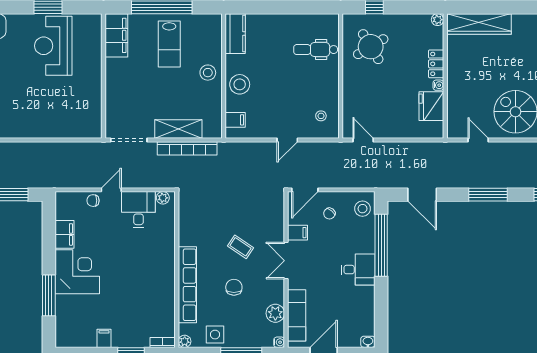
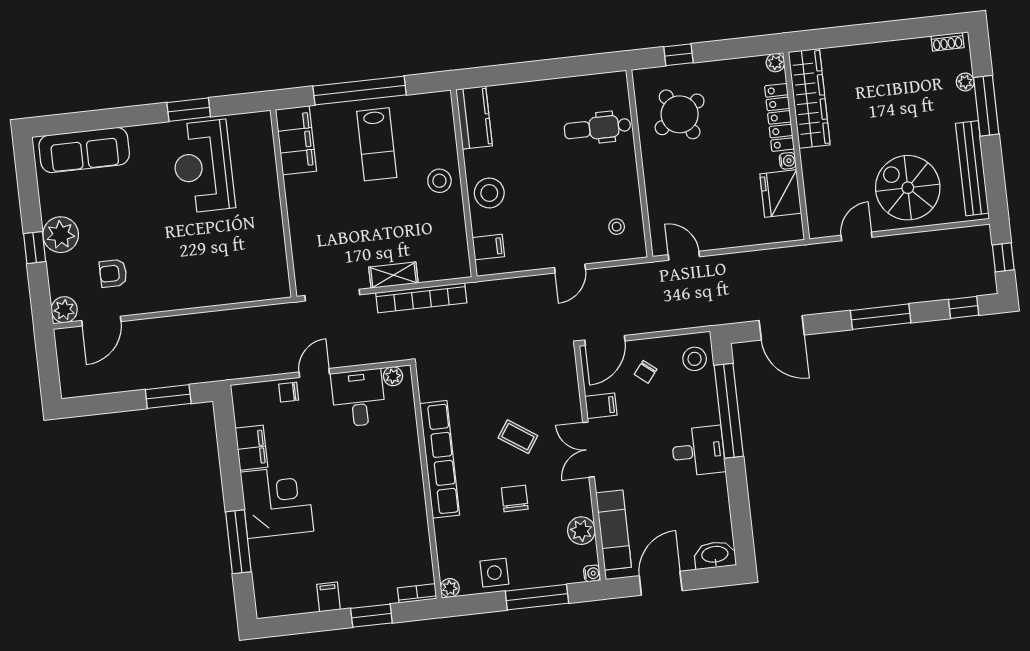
wardrobe: (479, 24) -> (809, 98), moved, turned -90
locker: (436, 64) -> (779, 117), width x1.53
shelving: (178, 129) -> (393, 275), width x0.67, depth x0.75
door: (478, 140) -> (856, 236), hinge flipped
row of seats: (187, 285) -> (440, 459), moved
washbasin: (368, 342) -> (715, 555), width x1.91, depth x1.45

